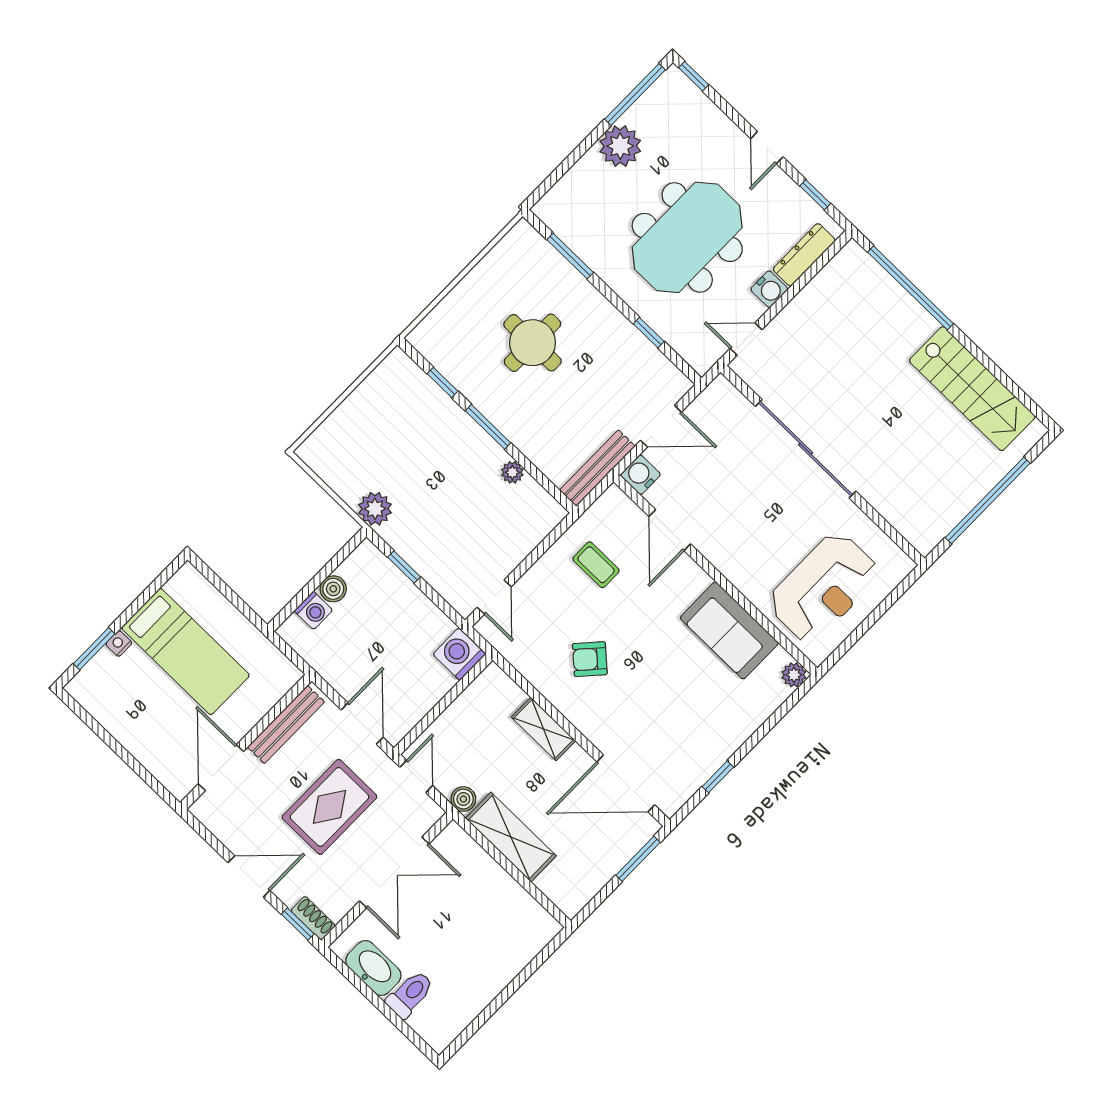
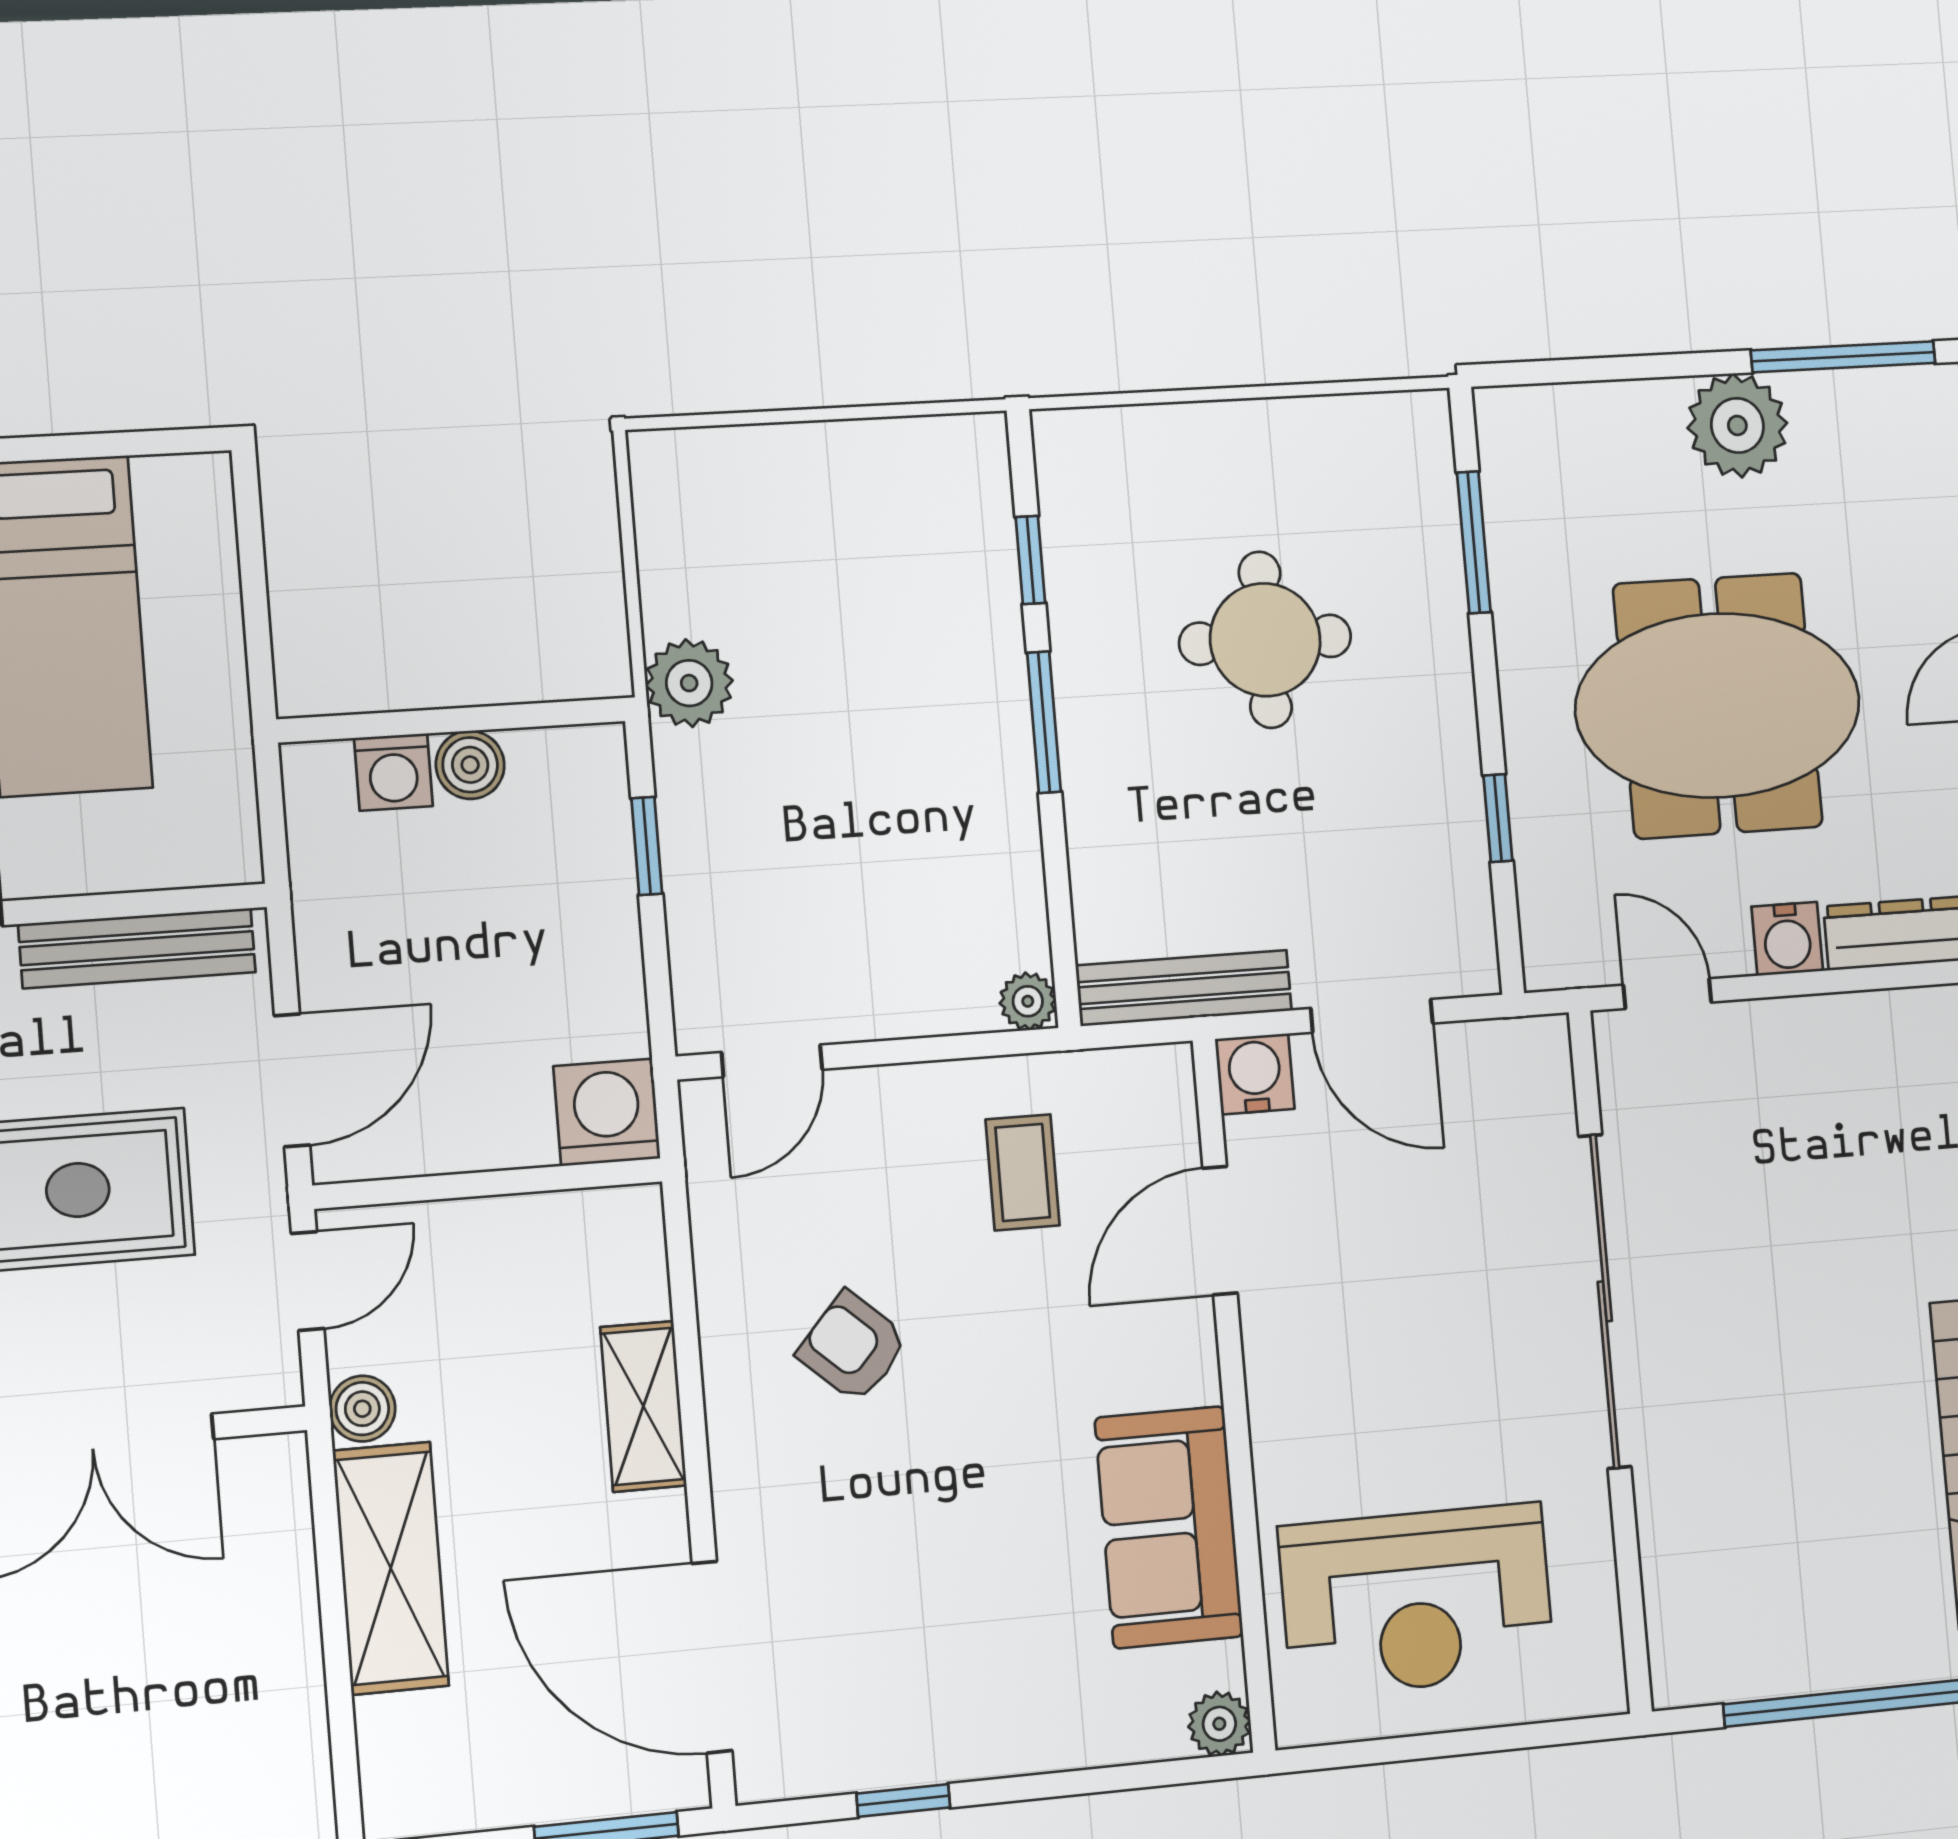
plant: (512, 472) -> (1028, 1001), moved

